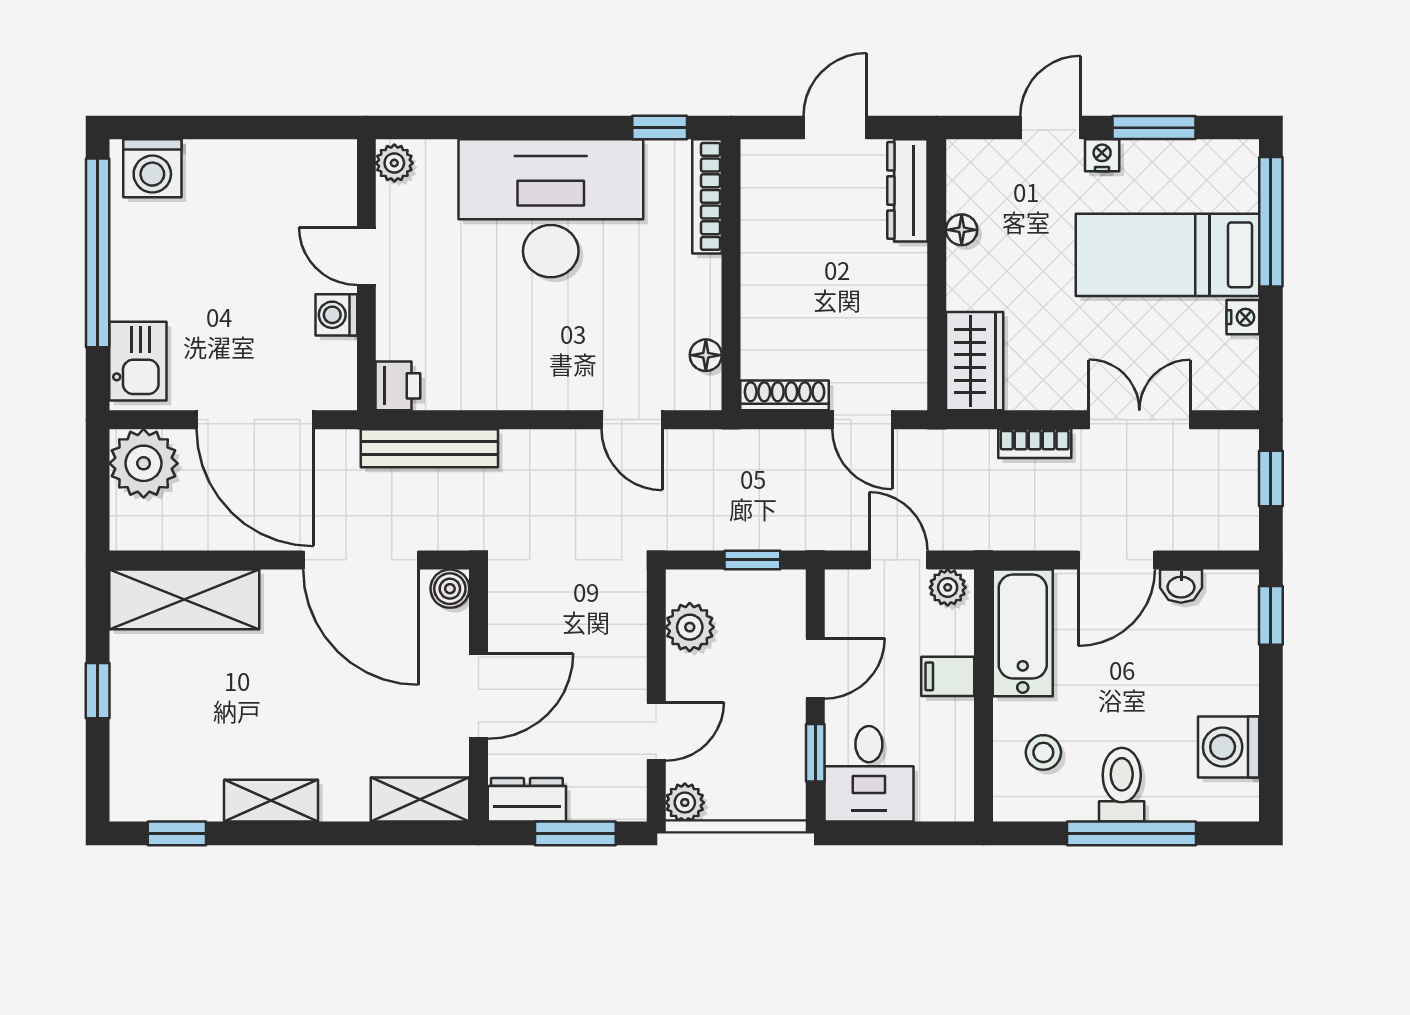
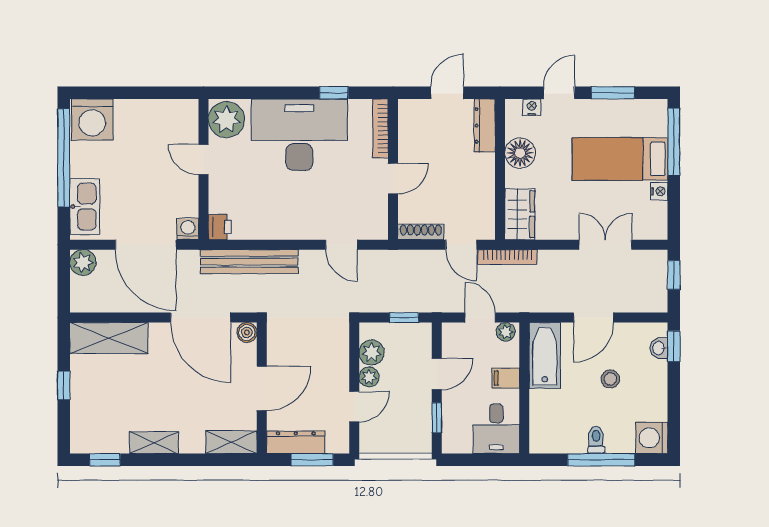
window: (660, 128) -> (334, 93), moved
nightstand: (1102, 155) -> (532, 107), moved
plant: (394, 163) -> (226, 120), width x1.88, depth x1.88
washing machine: (152, 168) -> (92, 119), width x1.37, depth x1.37
floor lamp: (962, 230) -> (520, 153), width x1.89, depth x1.89
door: (731, 293) -> (393, 179), added
washing machine: (336, 315) -> (188, 229), moved, turned 90
floor lamp: (706, 355) -> (380, 211), removed
kitchen sink: (138, 361) -> (85, 206), width x1.38
bookcase: (1035, 444) -> (507, 257), moved, width x1.56
bench: (429, 448) -> (249, 262), width x1.37, depth x1.21
plant: (144, 463) -> (83, 263), width x0.73, depth x0.73
washbasin: (1181, 586) -> (659, 348), moved, turned 90
washing machine: (1229, 747) -> (652, 438), moved
stool: (1043, 752) -> (610, 379), moved
desk: (869, 774) -> (496, 429), moved
toilet: (1122, 785) -> (596, 440), width x0.73, depth x0.72
dresser: (527, 800) -> (296, 442), width x1.44
plant: (685, 803) -> (369, 377), moved

